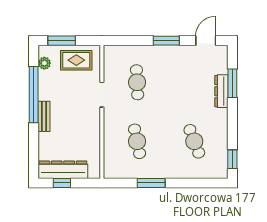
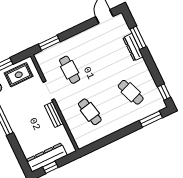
window: (166, 41) -> (49, 43), moved
bench: (44, 116) -> (54, 115), moved
window: (151, 183) -> (151, 119), moved

